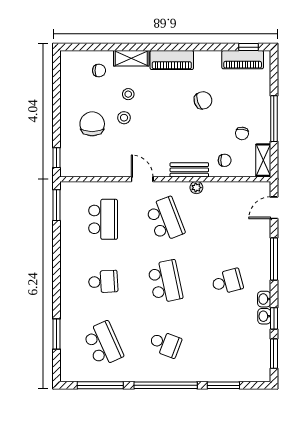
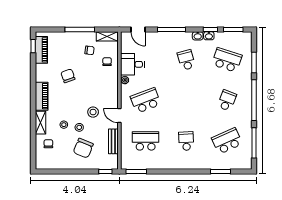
chair: (92, 124) -> (83, 148), turned -68
stool: (147, 139) -> (93, 112), added
bench: (189, 170) -> (113, 141), moved
door: (142, 179) -> (119, 116), hinge flipped
desk: (221, 199) -> (132, 64), added
school desk: (165, 282) -> (227, 60), moved, turned 30

